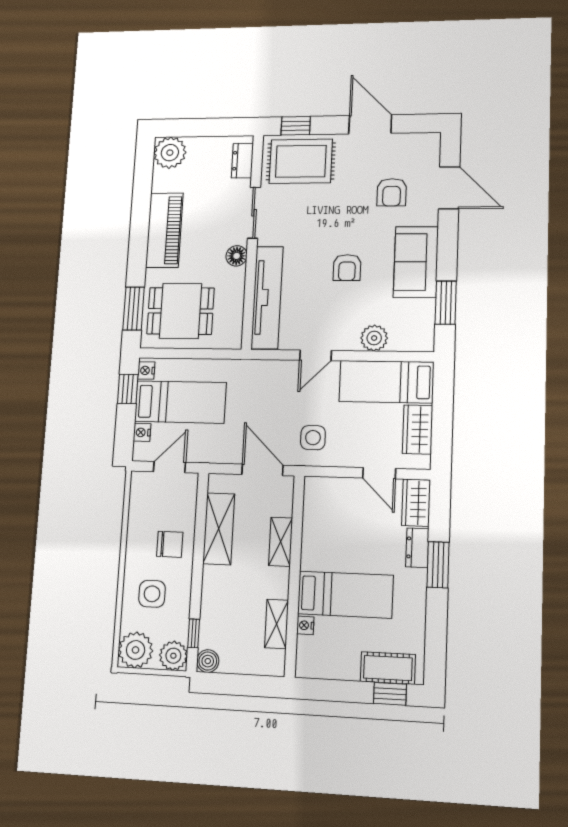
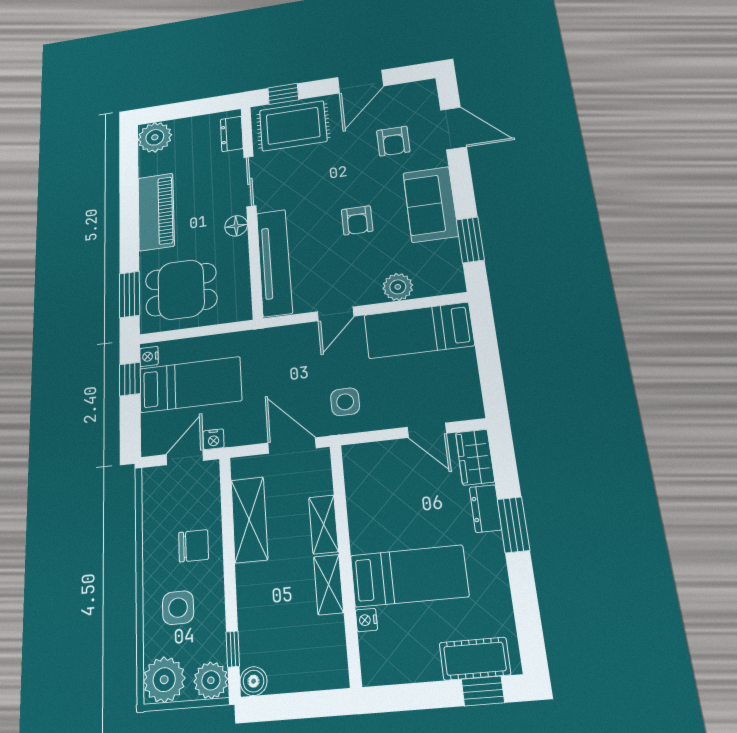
door: (370, 124) -> (361, 82), swing flipped
wardrobe: (418, 430) -> (463, 376), removed
nightstand: (142, 432) -> (214, 439), moved, turned -90
shelving: (277, 624) -> (328, 584), moved

